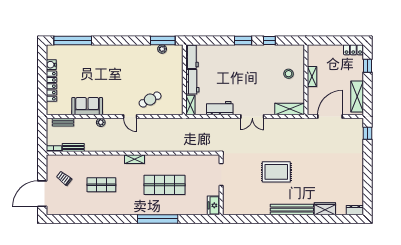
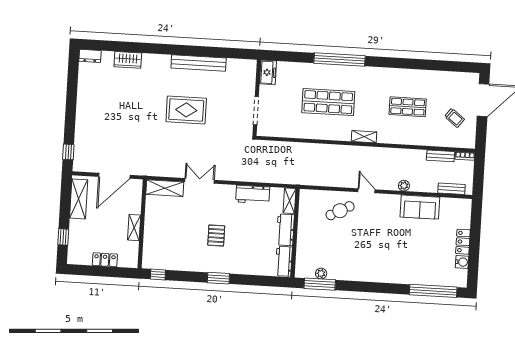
window: (269, 41) -> (158, 275), moved
locker: (353, 50) -> (105, 260), moved
pallet: (247, 74) -> (216, 235), added
stool: (289, 74) -> (163, 233), removed
locker: (51, 86) -> (463, 242), width x0.66
double door: (252, 116) -> (200, 181), moved
bench: (292, 210) -> (199, 63), moved

